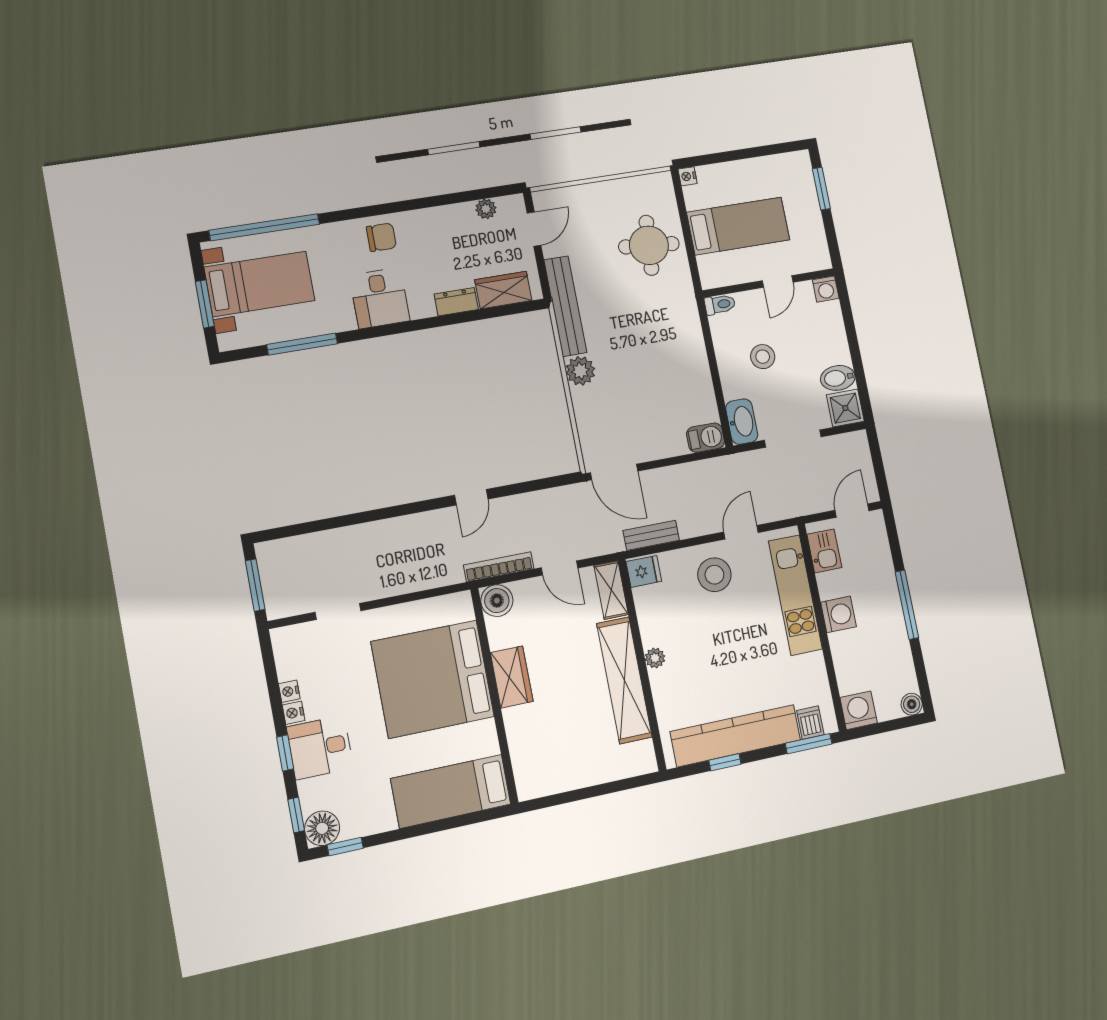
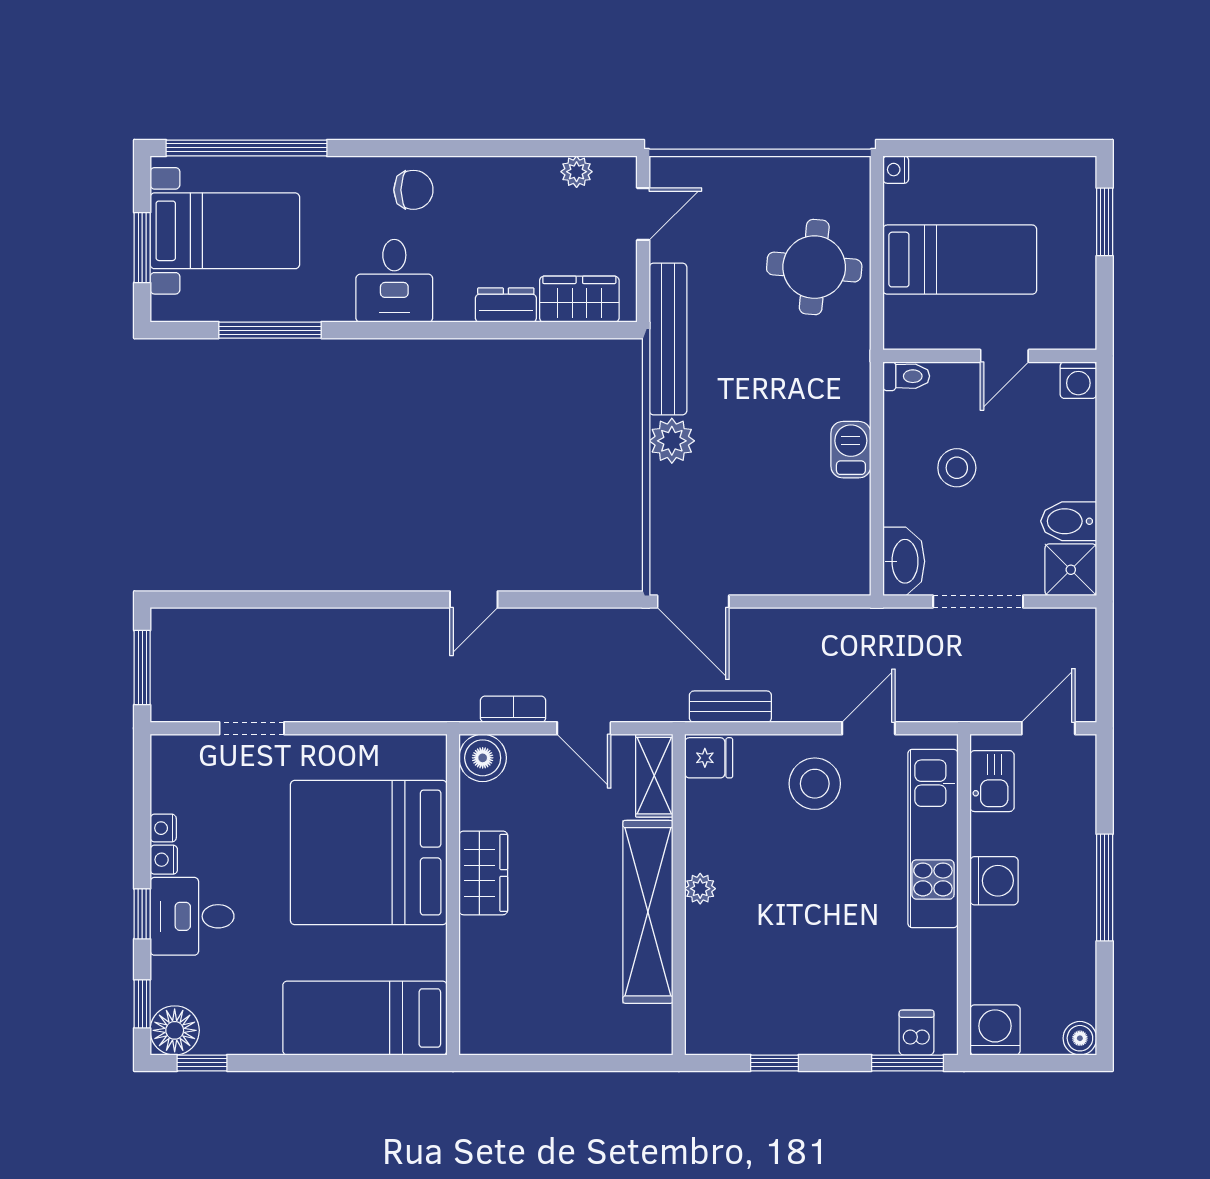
barbecue: (705, 438) -> (851, 450), moved, turned -90
bookcase: (499, 567) -> (513, 709), width x0.64
kitchen counter: (736, 736) -> (798, 1028), removed

